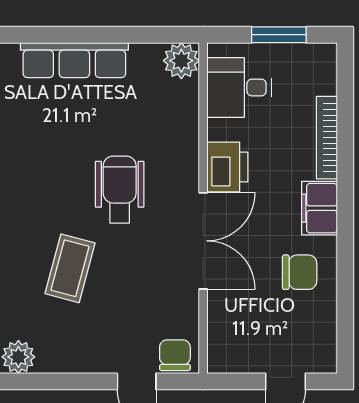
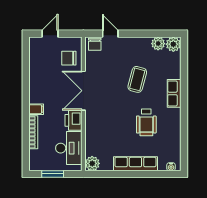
desk: (239, 88) -> (69, 148), width x1.37
wheelchair: (120, 190) -> (146, 122), moved
filing cabinet: (319, 208) -> (36, 109), width x0.50
chair: (300, 272) -> (69, 58), moved

